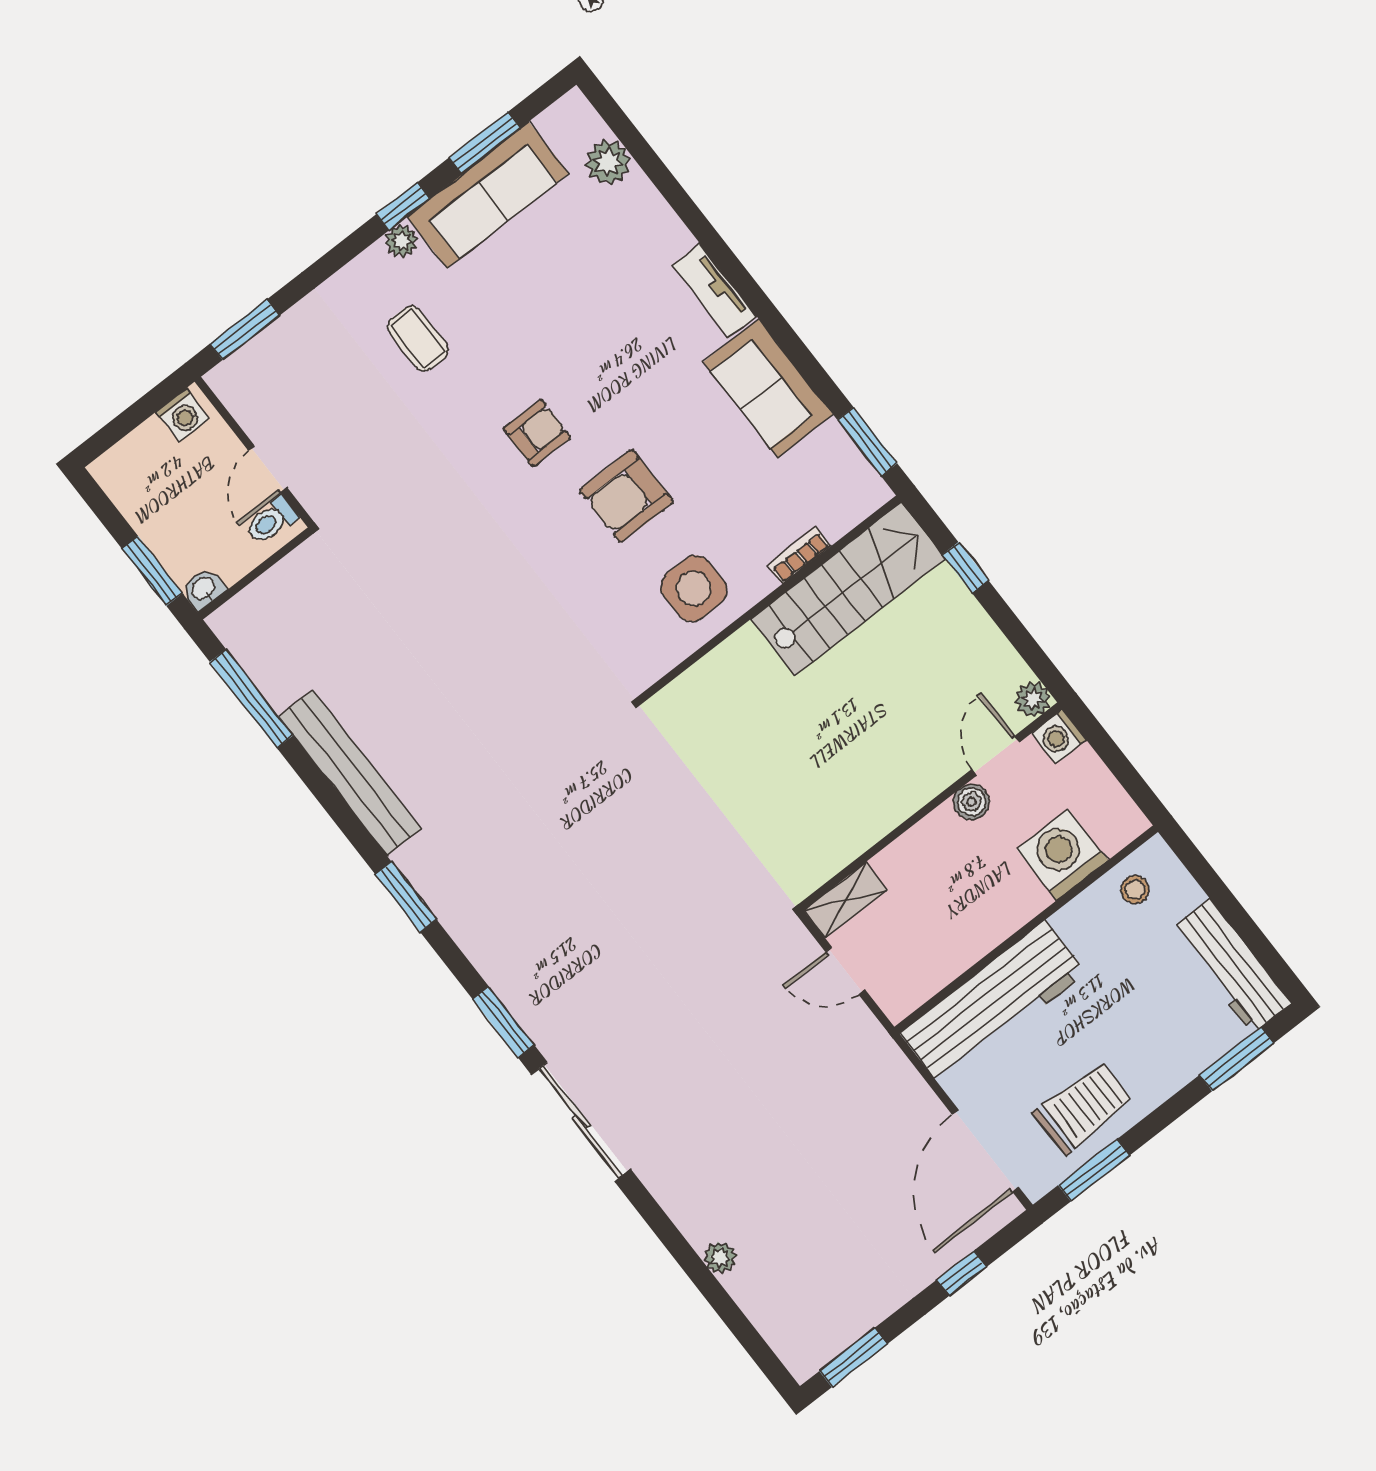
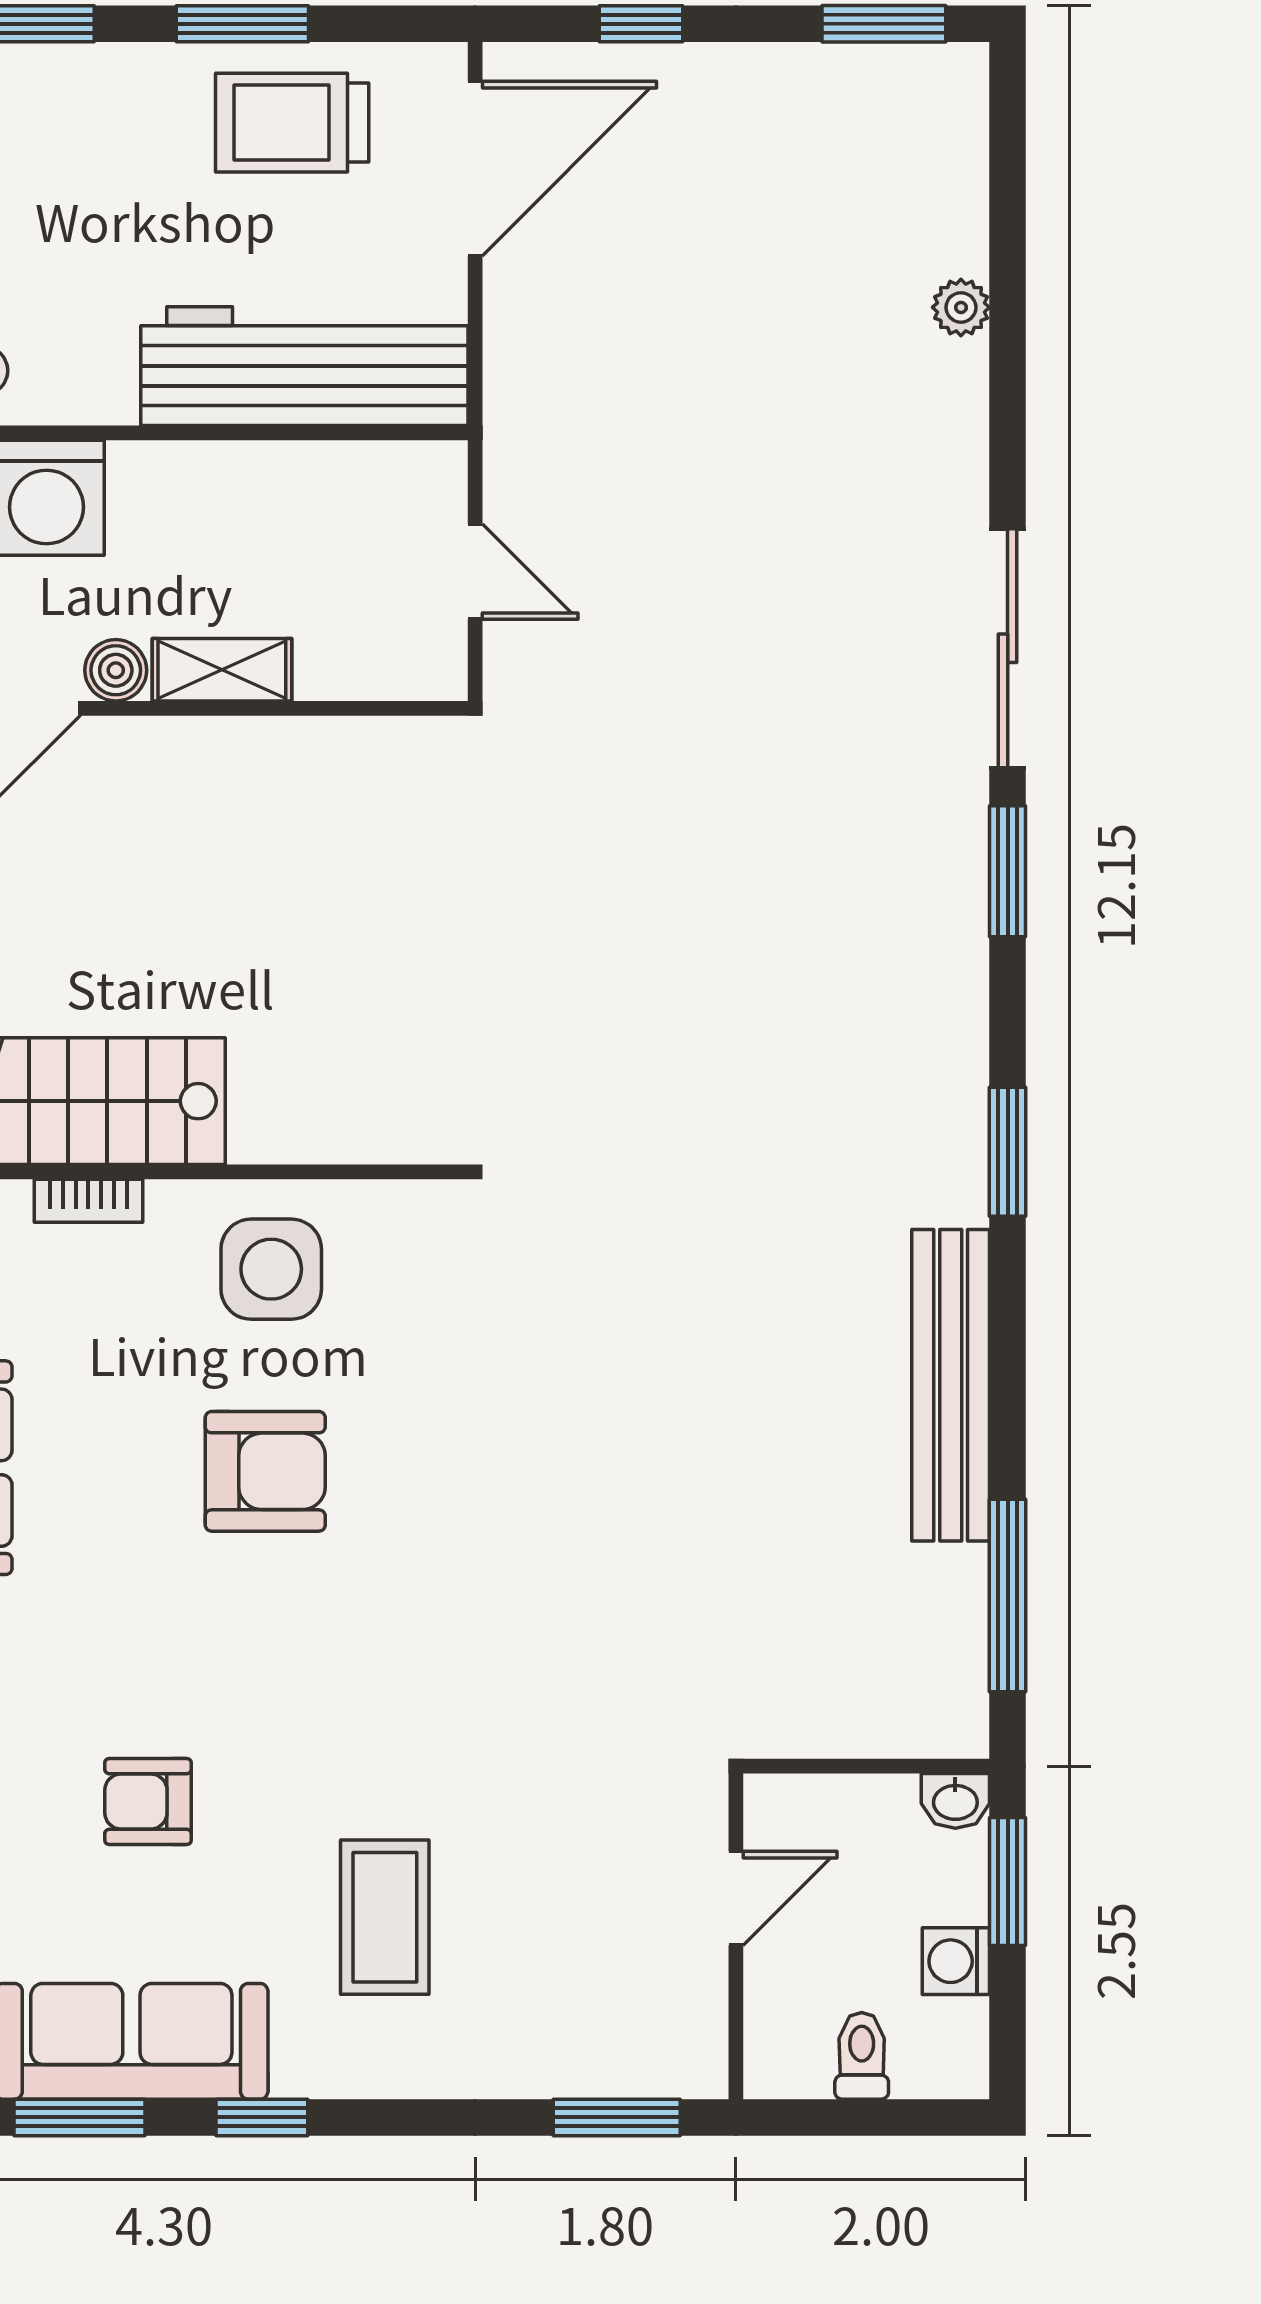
plant: (401, 241) -> (302, 2071), removed
coffee table: (418, 338) -> (385, 1917), width x1.36, depth x1.30
washing machine: (183, 415) -> (956, 1961), moved, turned -90
armchair: (537, 433) -> (148, 1802), moved
toilet: (271, 521) -> (862, 2056), moved, turned -90
shelving: (846, 900) -> (222, 670), moved
window: (1094, 1170) -> (242, 24), moved

